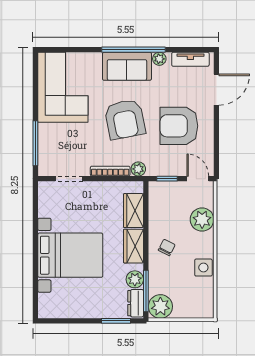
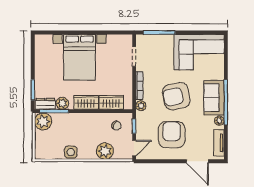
chair: (167, 247) -> (116, 126), moved

